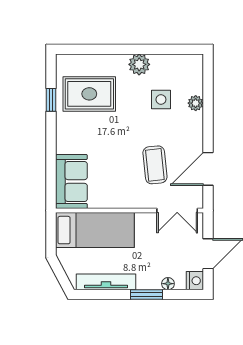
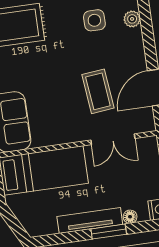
double door: (177, 211) -> (113, 139), moved
tv unit: (106, 282) -> (90, 220), moved

